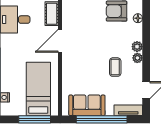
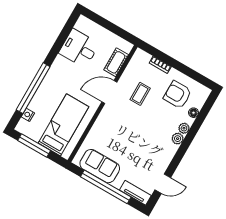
plant: (137, 58) -> (184, 128), moved
coffee table: (115, 67) -> (140, 94), moved
window: (35, 119) -> (34, 146), moved

